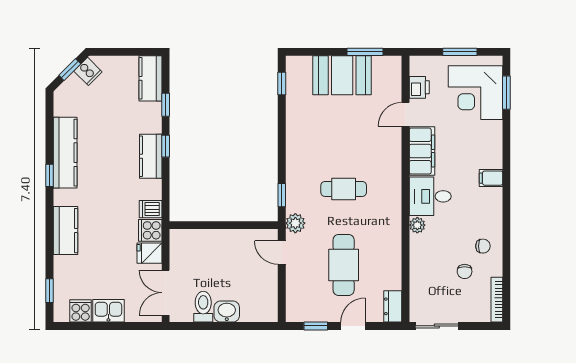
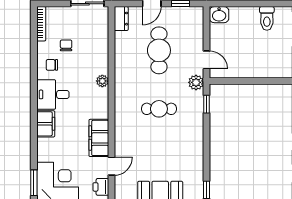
filing cabinet: (491, 178) -> (46, 124), width x2.00
desk: (430, 196) -> (53, 94), moved, turned 180
washbasin: (227, 312) -> (219, 15), moved

